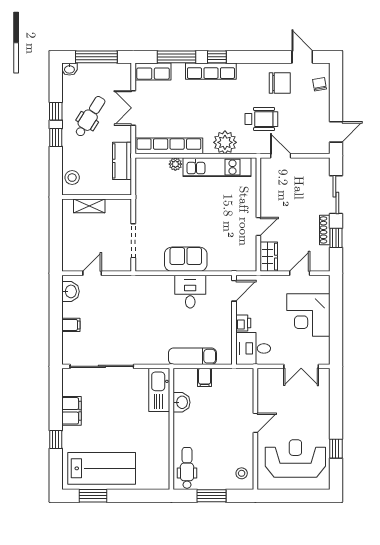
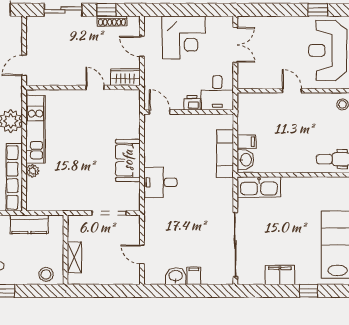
shoe rack: (325, 230) -> (112, 21), moved
washbasin: (70, 291) -> (176, 276), moved
desk: (190, 292) -> (160, 182), moved
washbasin: (182, 402) -> (246, 160), moved, turned 90

